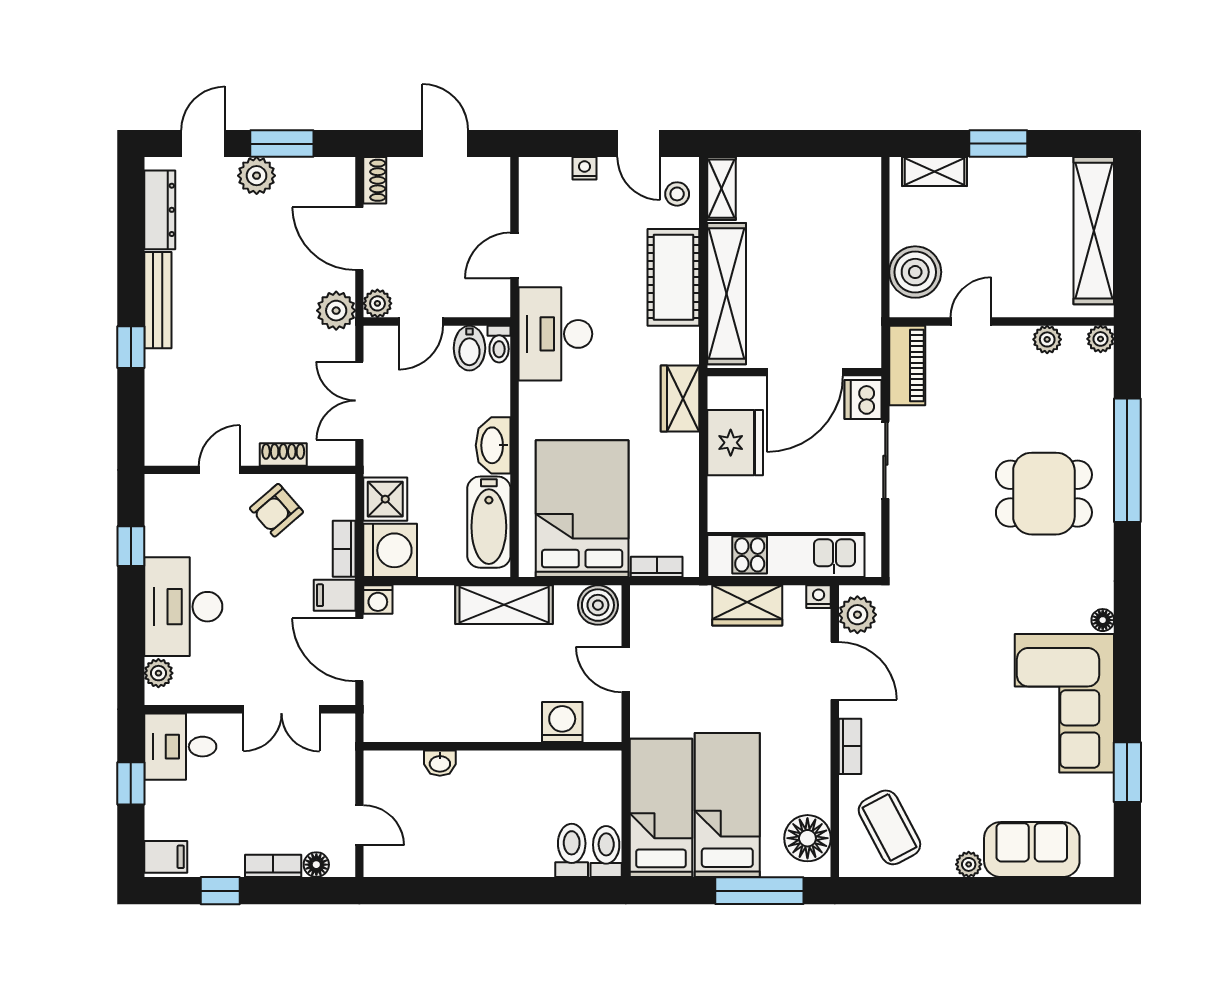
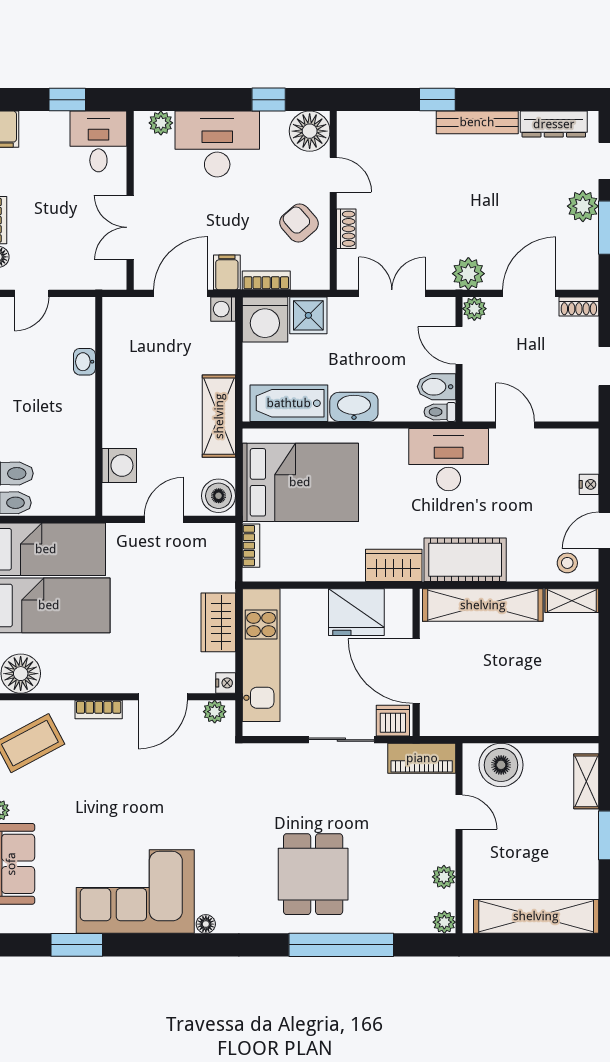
cot: (673, 277) -> (465, 560), moved
floor lamp: (168, 498) -> (310, 131), added
plant: (857, 615) -> (215, 712), width x0.73, depth x0.73

